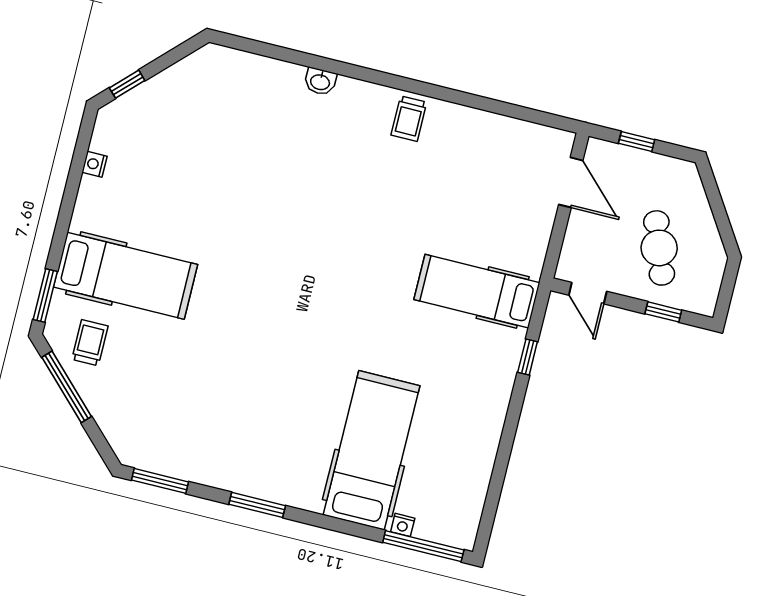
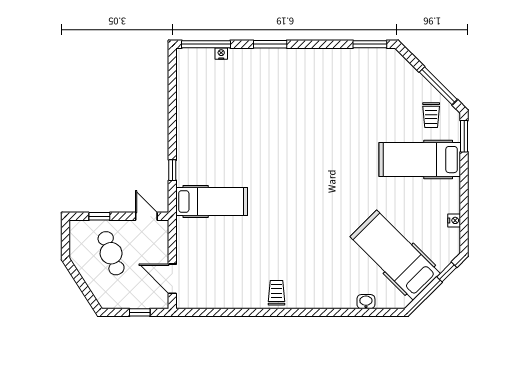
washbasin: (320, 82) -> (366, 302), moved
hospital bed: (371, 450) -> (395, 255), moved, turned 135
window: (257, 505) -> (270, 44), moved

